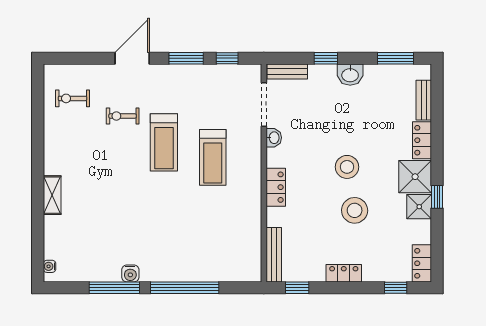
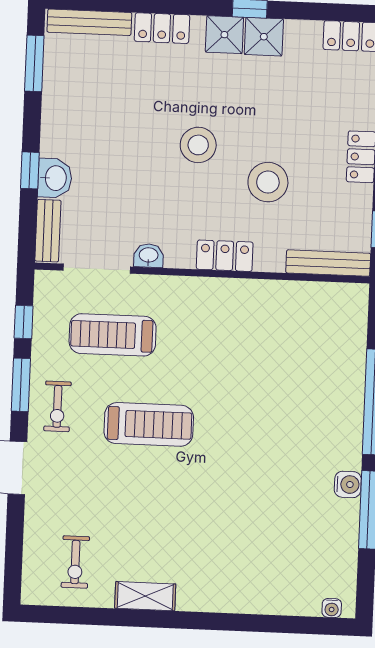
washbasin: (350, 75) -> (55, 178), moved
bench: (424, 100) -> (89, 22), width x1.36
exercise bike: (123, 116) -> (57, 406), moved
treadmill: (213, 157) -> (113, 335), moved, turned 180
shower: (415, 177) -> (224, 35), width x0.73, depth x0.73
shelving: (52, 195) -> (145, 596), moved
stool: (355, 210) -> (268, 182), moved

